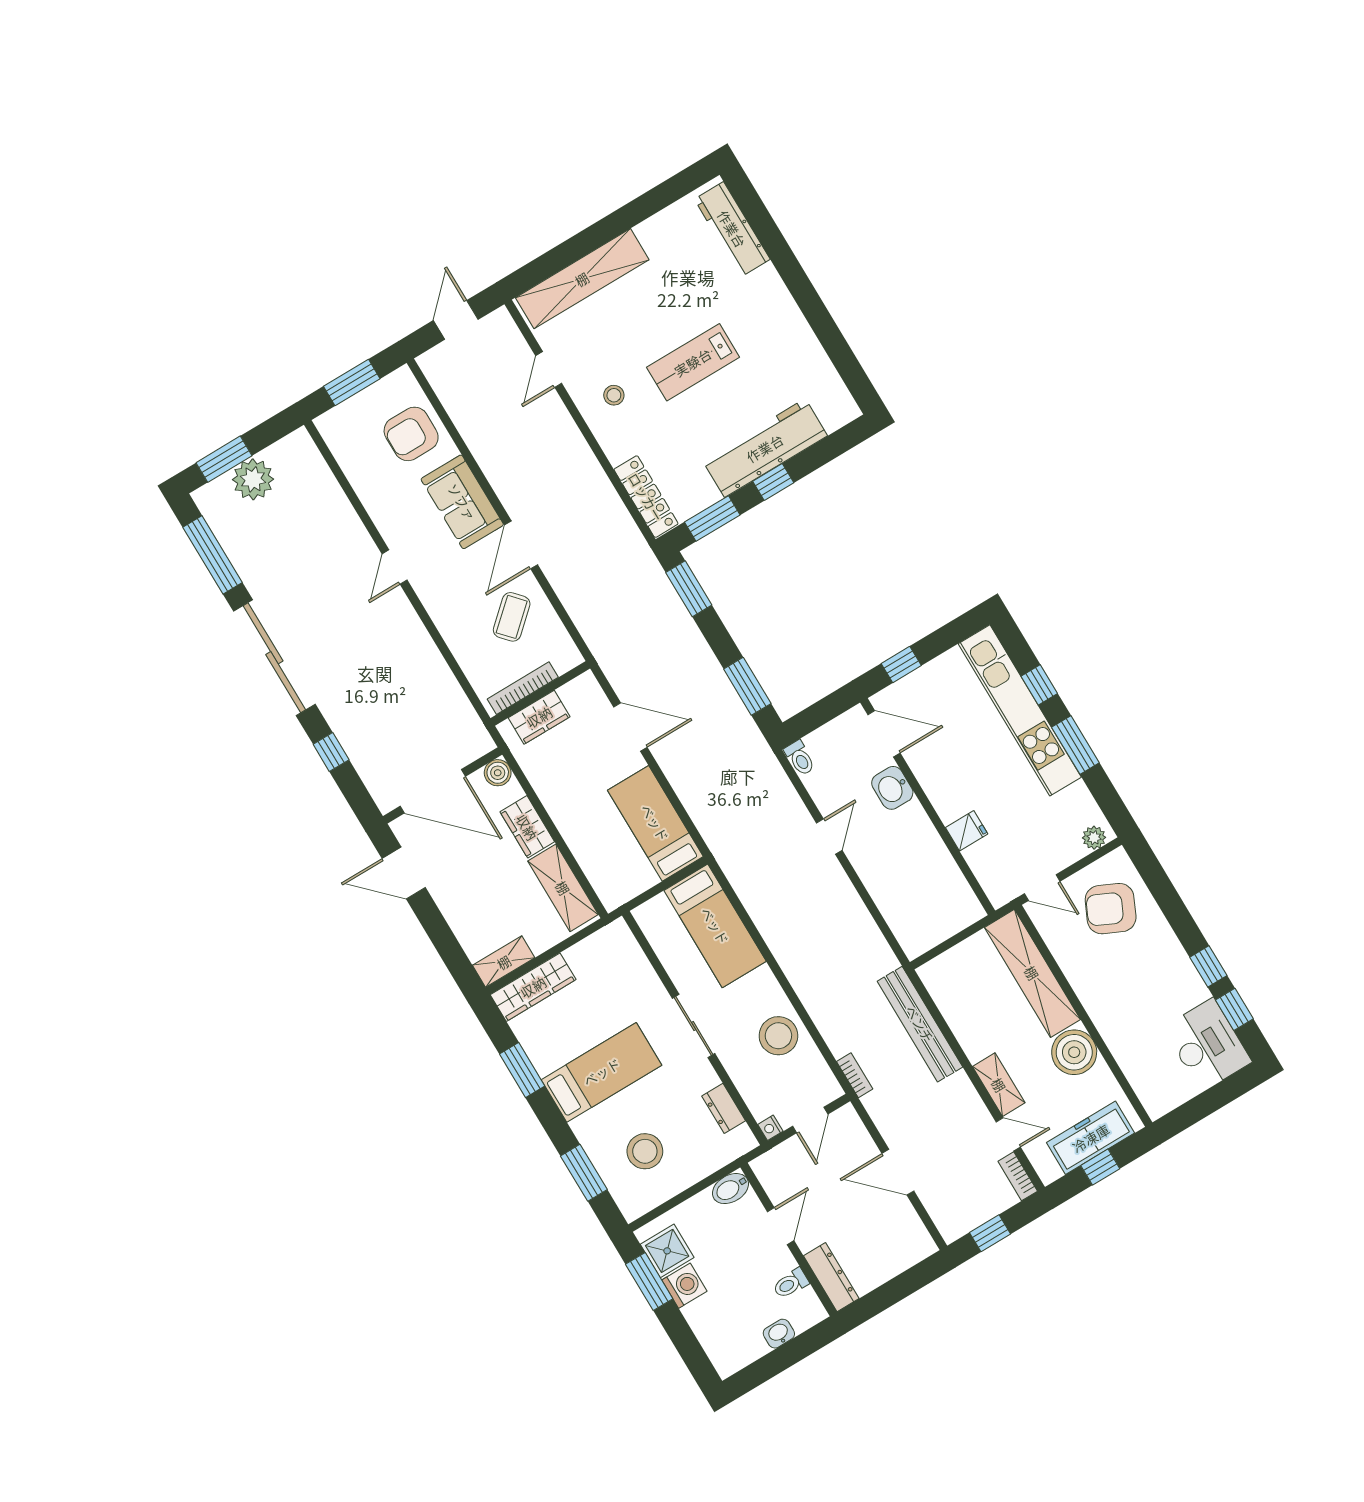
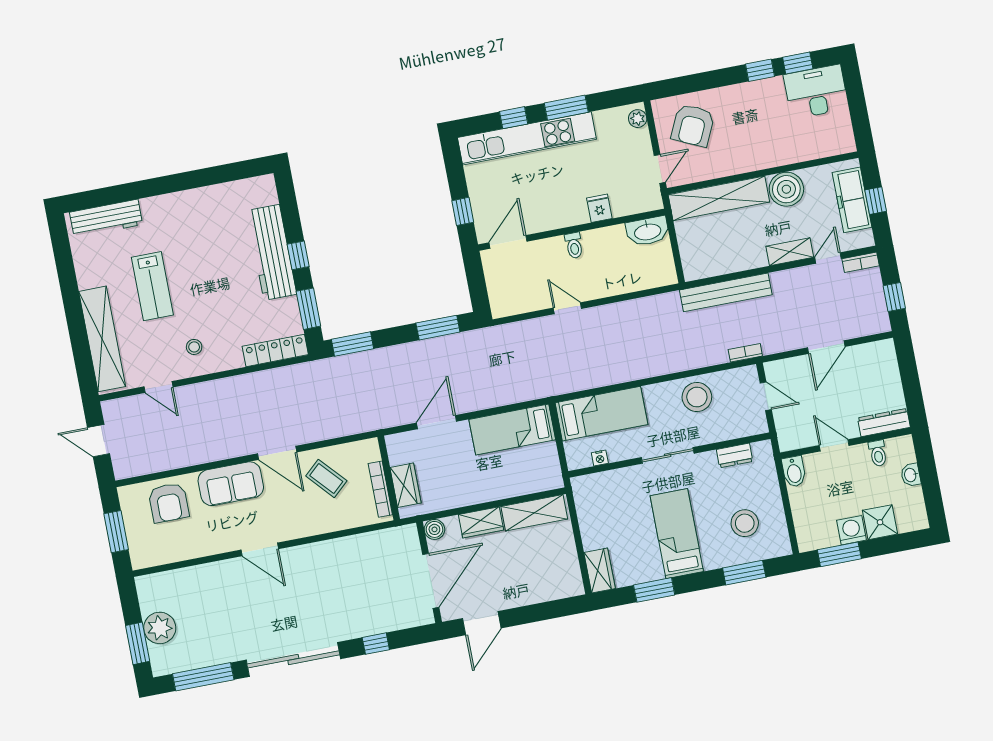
lab bench: (693, 362) -> (152, 286), moved
door: (395, 567) -> (260, 549), width x1.38
toilet: (800, 758) -> (574, 245), moved, turned 90
washbasin: (892, 788) -> (648, 231), moved, width x1.38
shelving: (504, 962) -> (571, 575), removed
wardrobe: (533, 987) -> (600, 570), width x0.67
nightstand: (770, 1128) -> (600, 458), moved
shower: (667, 1251) -> (880, 522), moved

